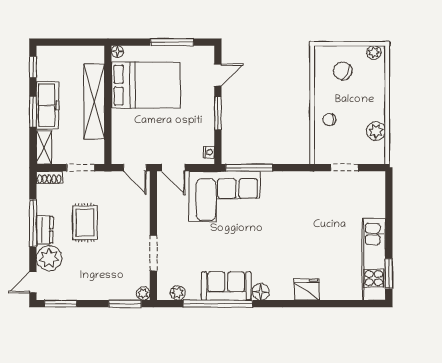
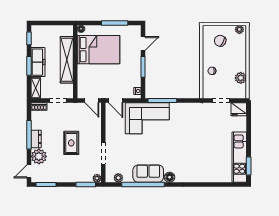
rug: (85, 223) -> (71, 143), moved
fridge: (307, 289) -> (239, 109), moved, turned 180

